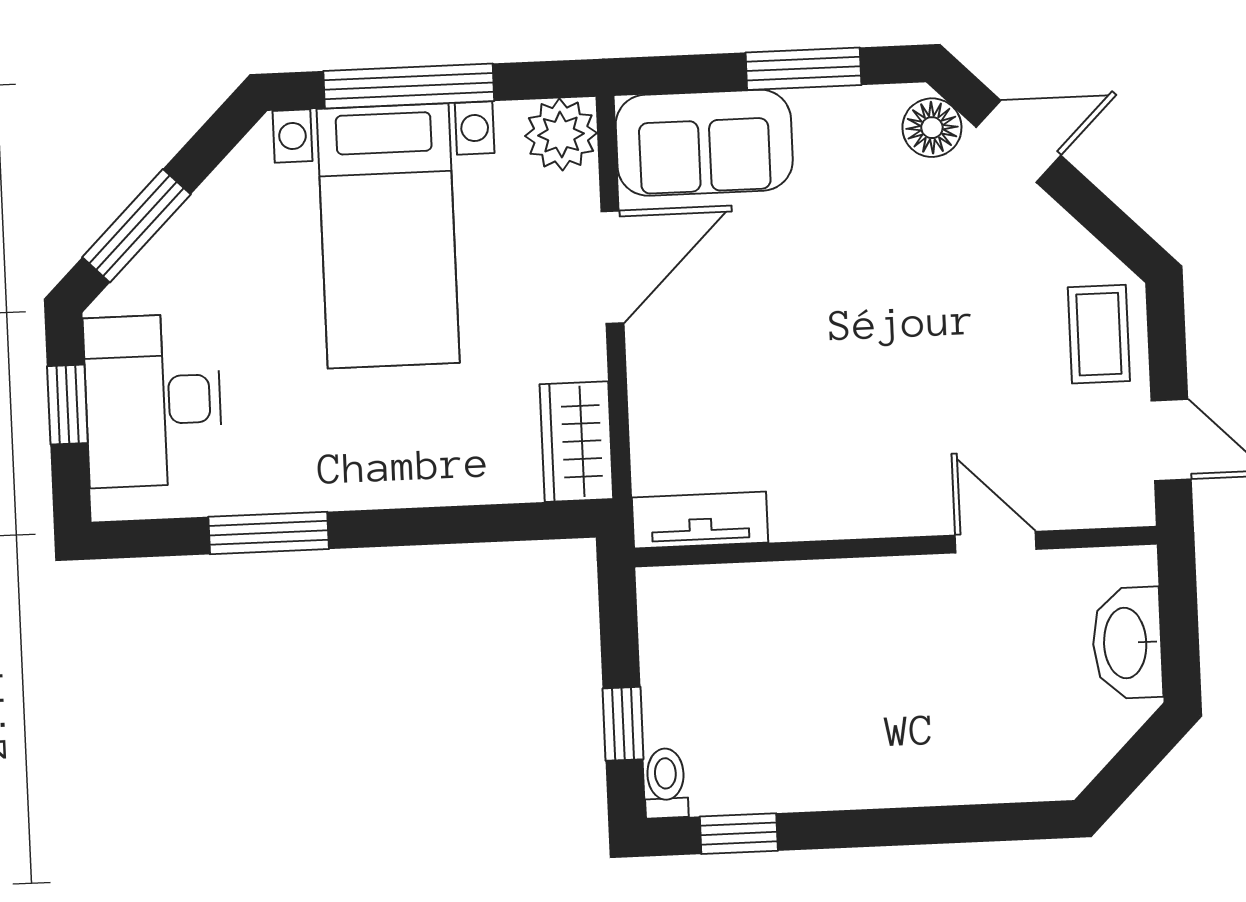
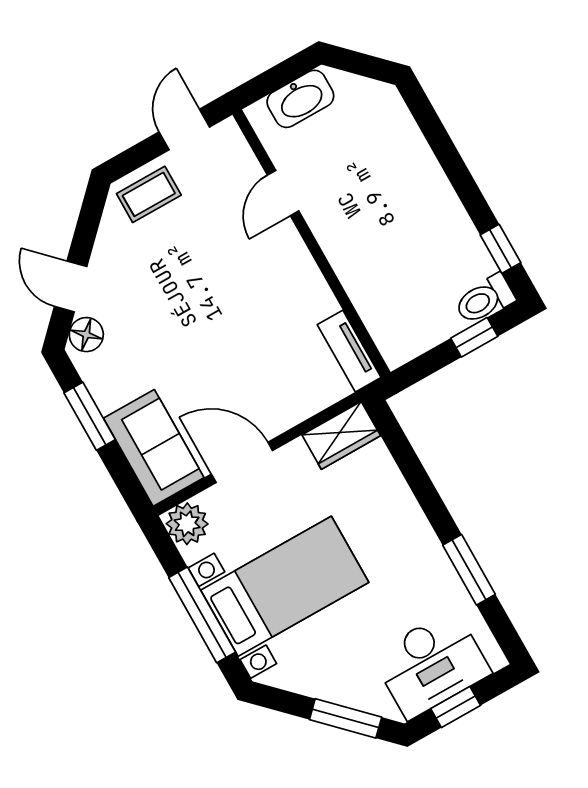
toilet: (666, 783) -> (485, 299), width x1.37, depth x1.39

